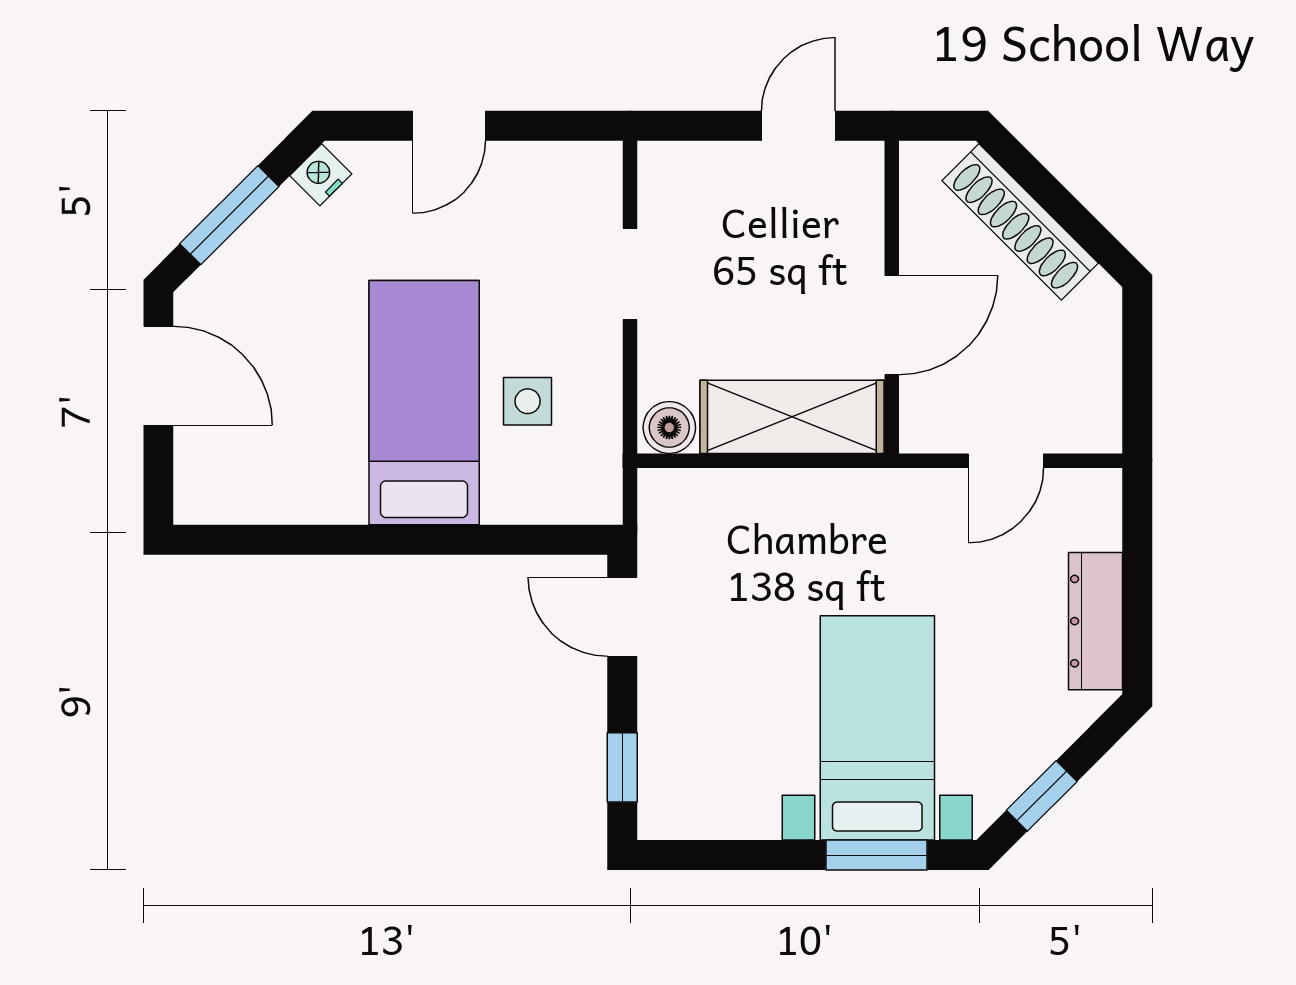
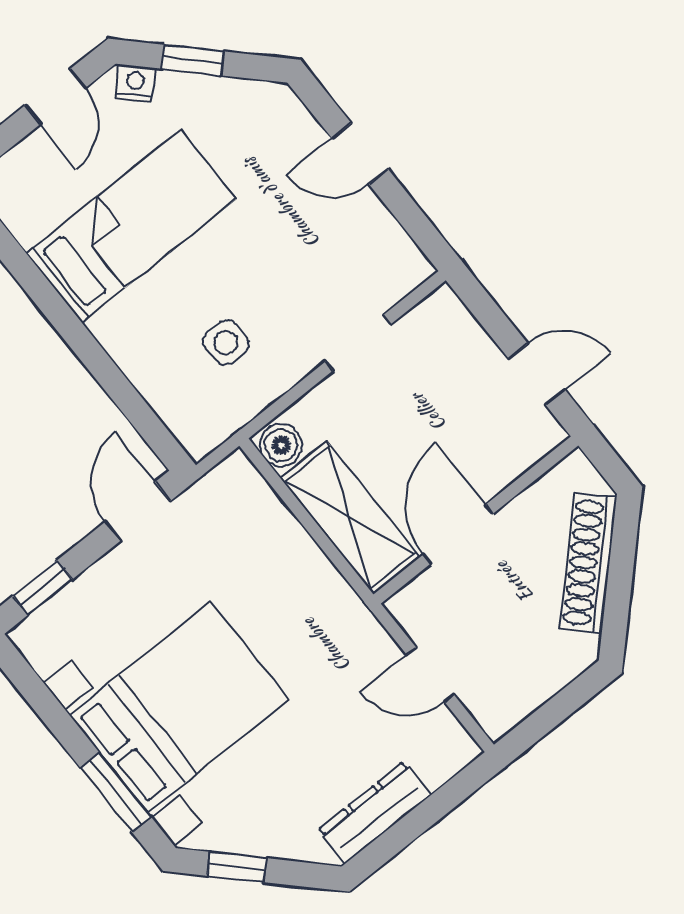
nightstand: (321, 175) -> (135, 83), moved
window: (229, 215) -> (193, 60), width x0.67
door: (892, 325) -> (458, 534), swing flipped
door: (158, 376) -> (55, 96), width x0.73
bed: (424, 403) -> (131, 226), moved
bed with nightstands: (877, 728) -> (179, 707), width x1.36

